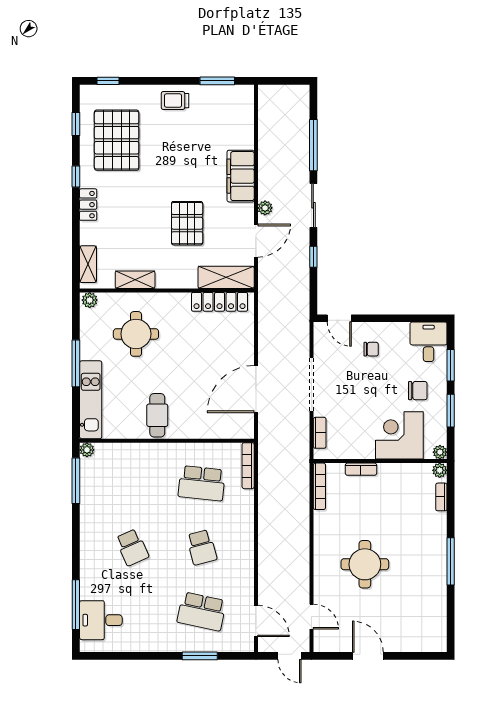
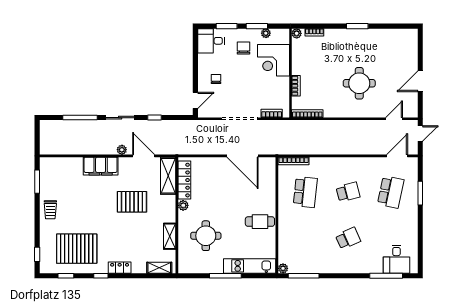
plant: (90, 300) -> (183, 205), moved
plant: (440, 452) -> (266, 33), moved
window: (451, 561) -> (357, 26), width x0.69

